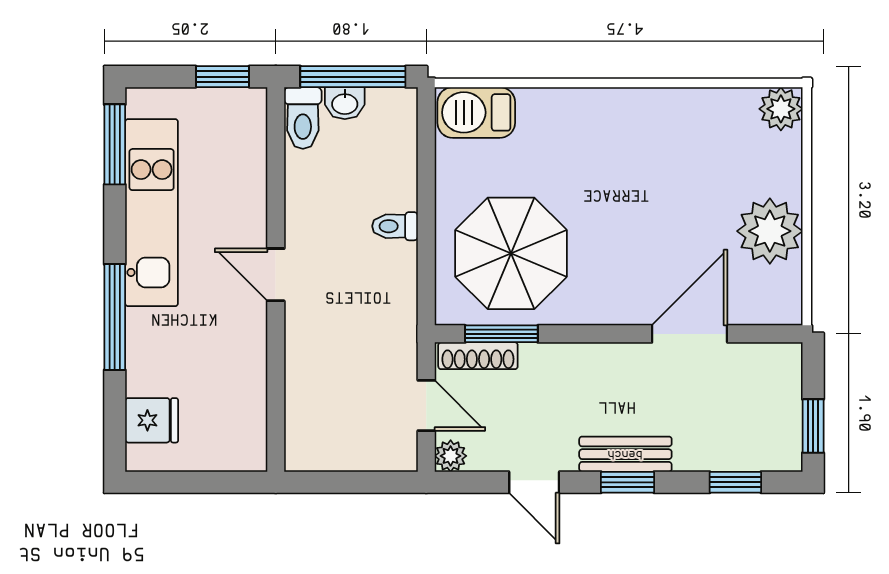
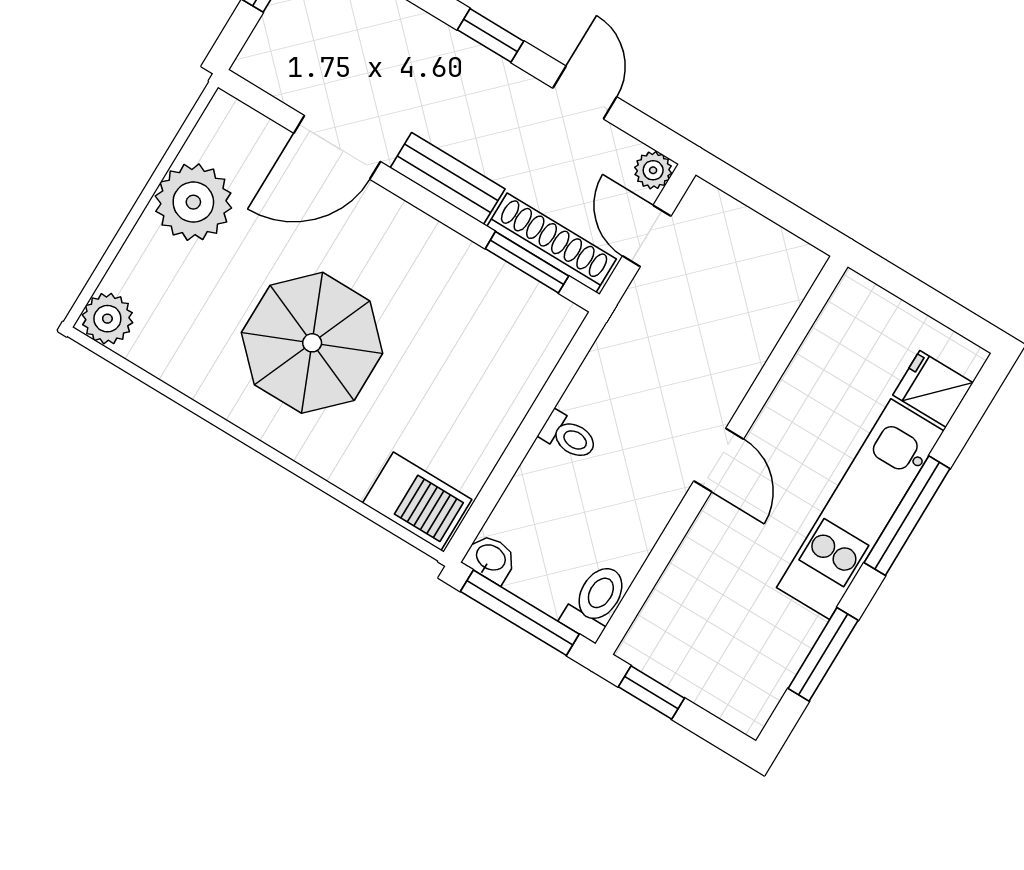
washbasin: (345, 103) -> (490, 558), moved
window: (115, 144) -> (823, 654), moved
kitchen unit: (152, 213) -> (860, 509), moved
parasol: (511, 253) -> (312, 343), moved
shoe rack: (478, 356) -> (552, 243), width x1.36, depth x1.24
bench: (625, 454) -> (448, 178), moved

